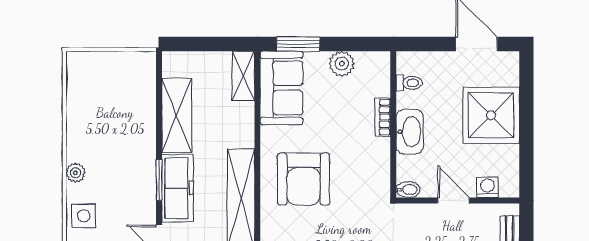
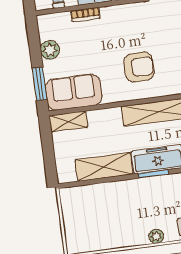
armchair: (304, 179) -> (139, 67), width x0.73, depth x0.73

